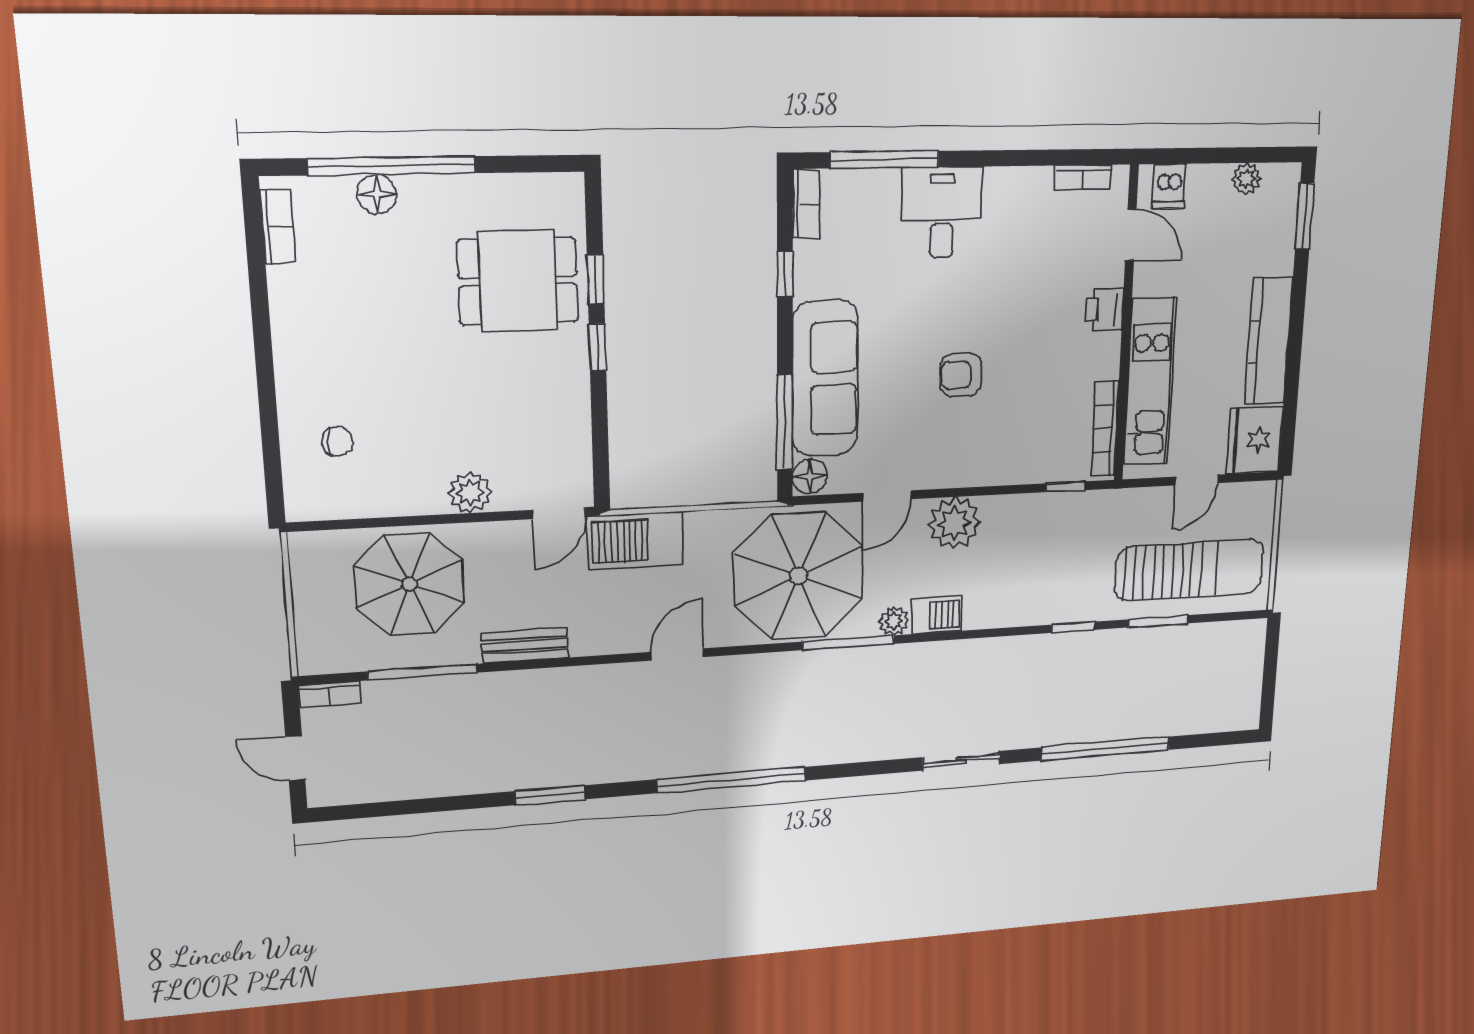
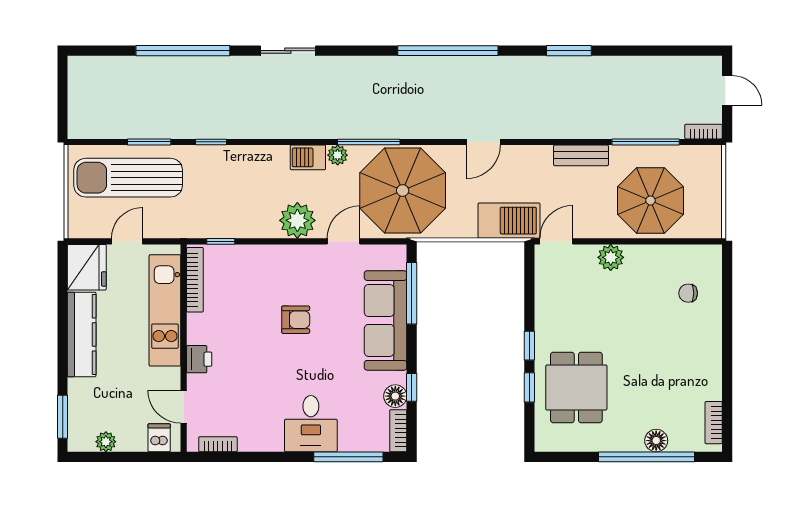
dining table: (518, 281) -> (576, 387), turned 90
floor lamp: (810, 476) -> (395, 396), moved

